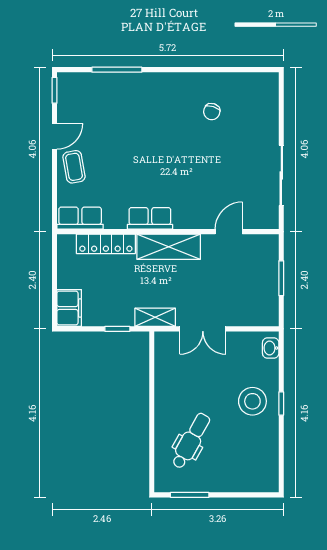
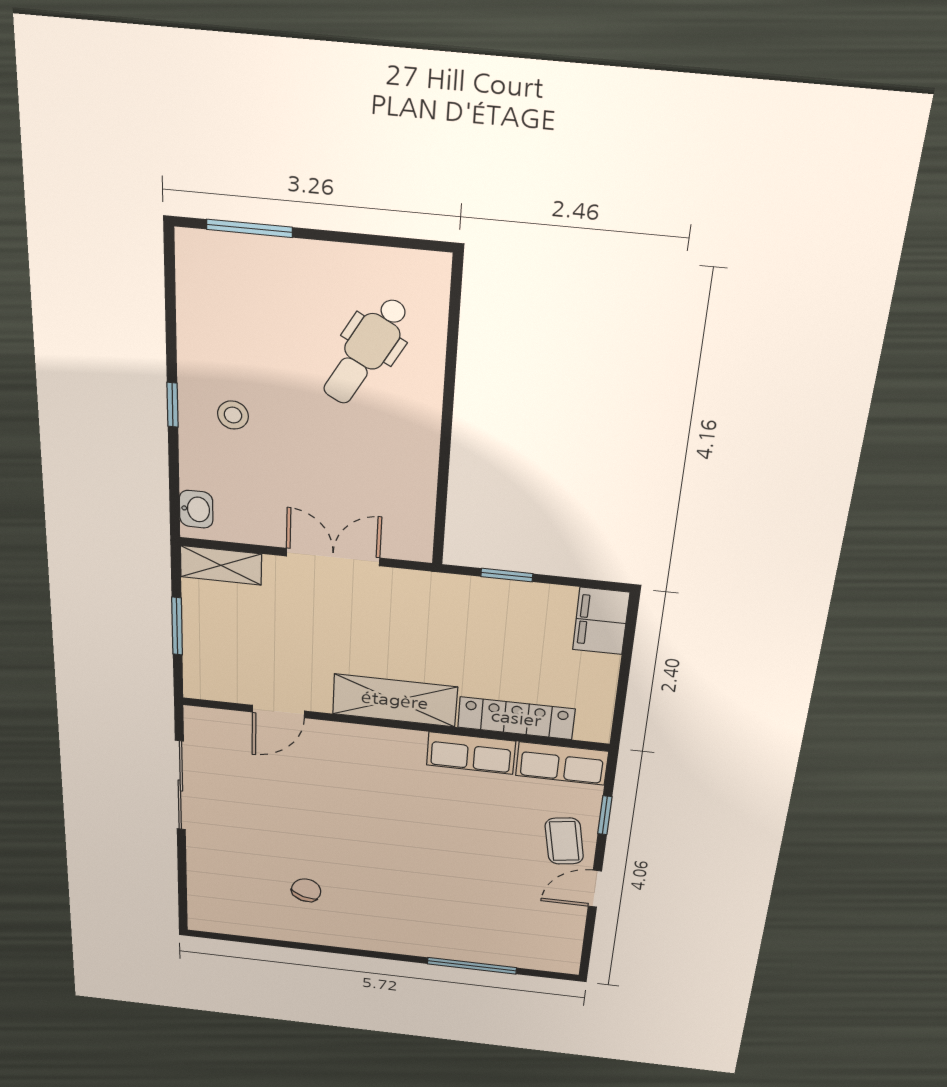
window: (54, 90) -> (605, 815), moved
row of seats: (150, 218) -> (471, 753), moved
shelving: (155, 317) -> (221, 565), moved
stool: (252, 401) -> (233, 415), width x0.53, depth x0.53
window: (190, 495) -> (249, 228), moved

